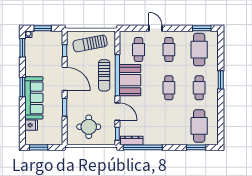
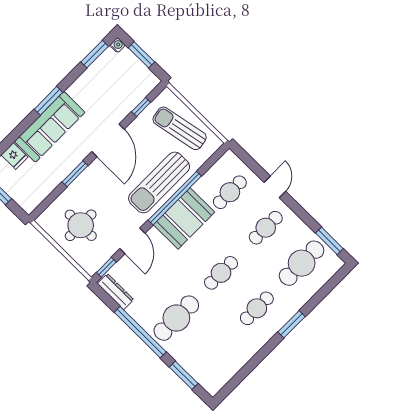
sun lounger: (104, 75) -> (159, 182), width x1.36, depth x1.34
cafe table: (199, 126) -> (176, 318), moved
window: (143, 147) -> (140, 332), moved

